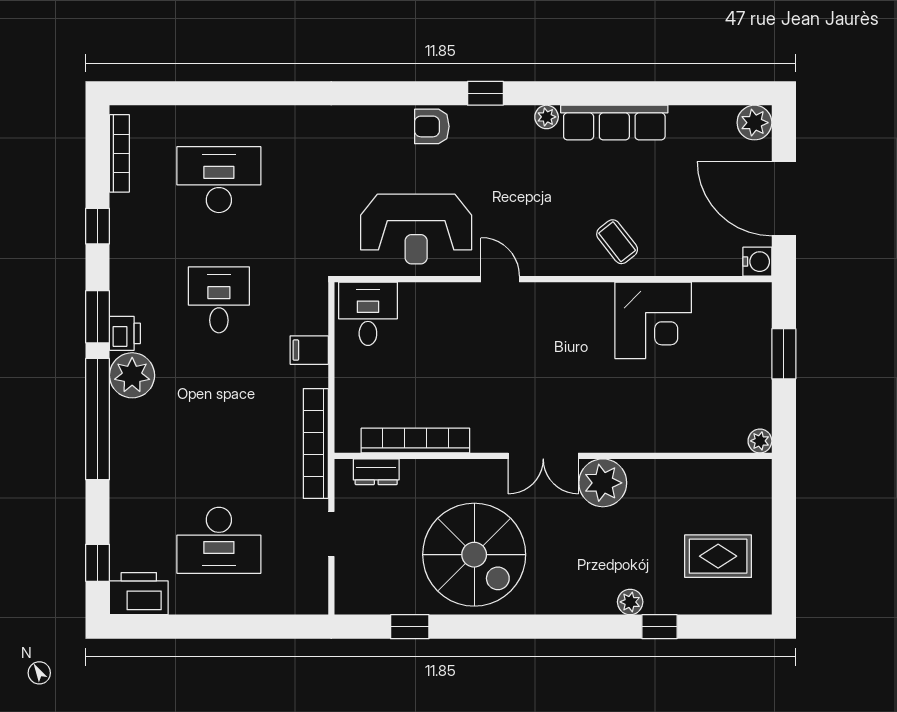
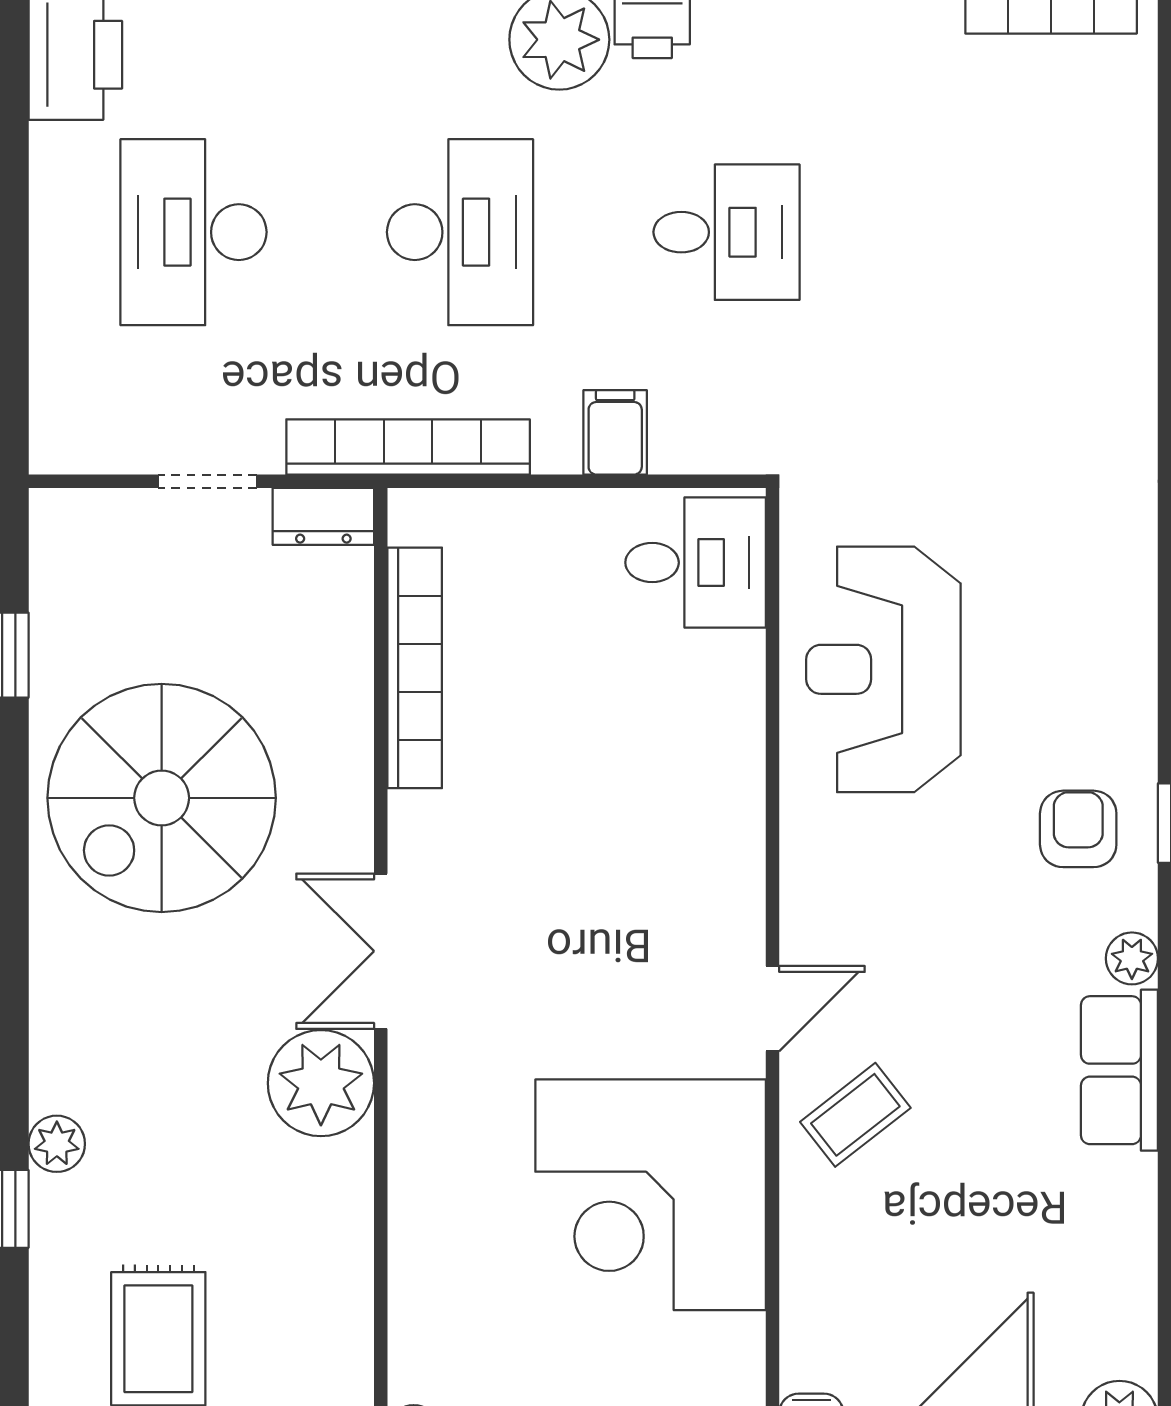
row of seats: (614, 123) -> (1119, 1070), width x0.68
armchair: (432, 126) -> (1078, 829), moved
desk: (219, 180) -> (460, 232), moved
door: (500, 279) -> (773, 1009), moved
corner desk: (653, 320) -> (651, 1195), width x1.36, depth x1.36
dresser: (376, 472) -> (323, 516), moved, turned -90

